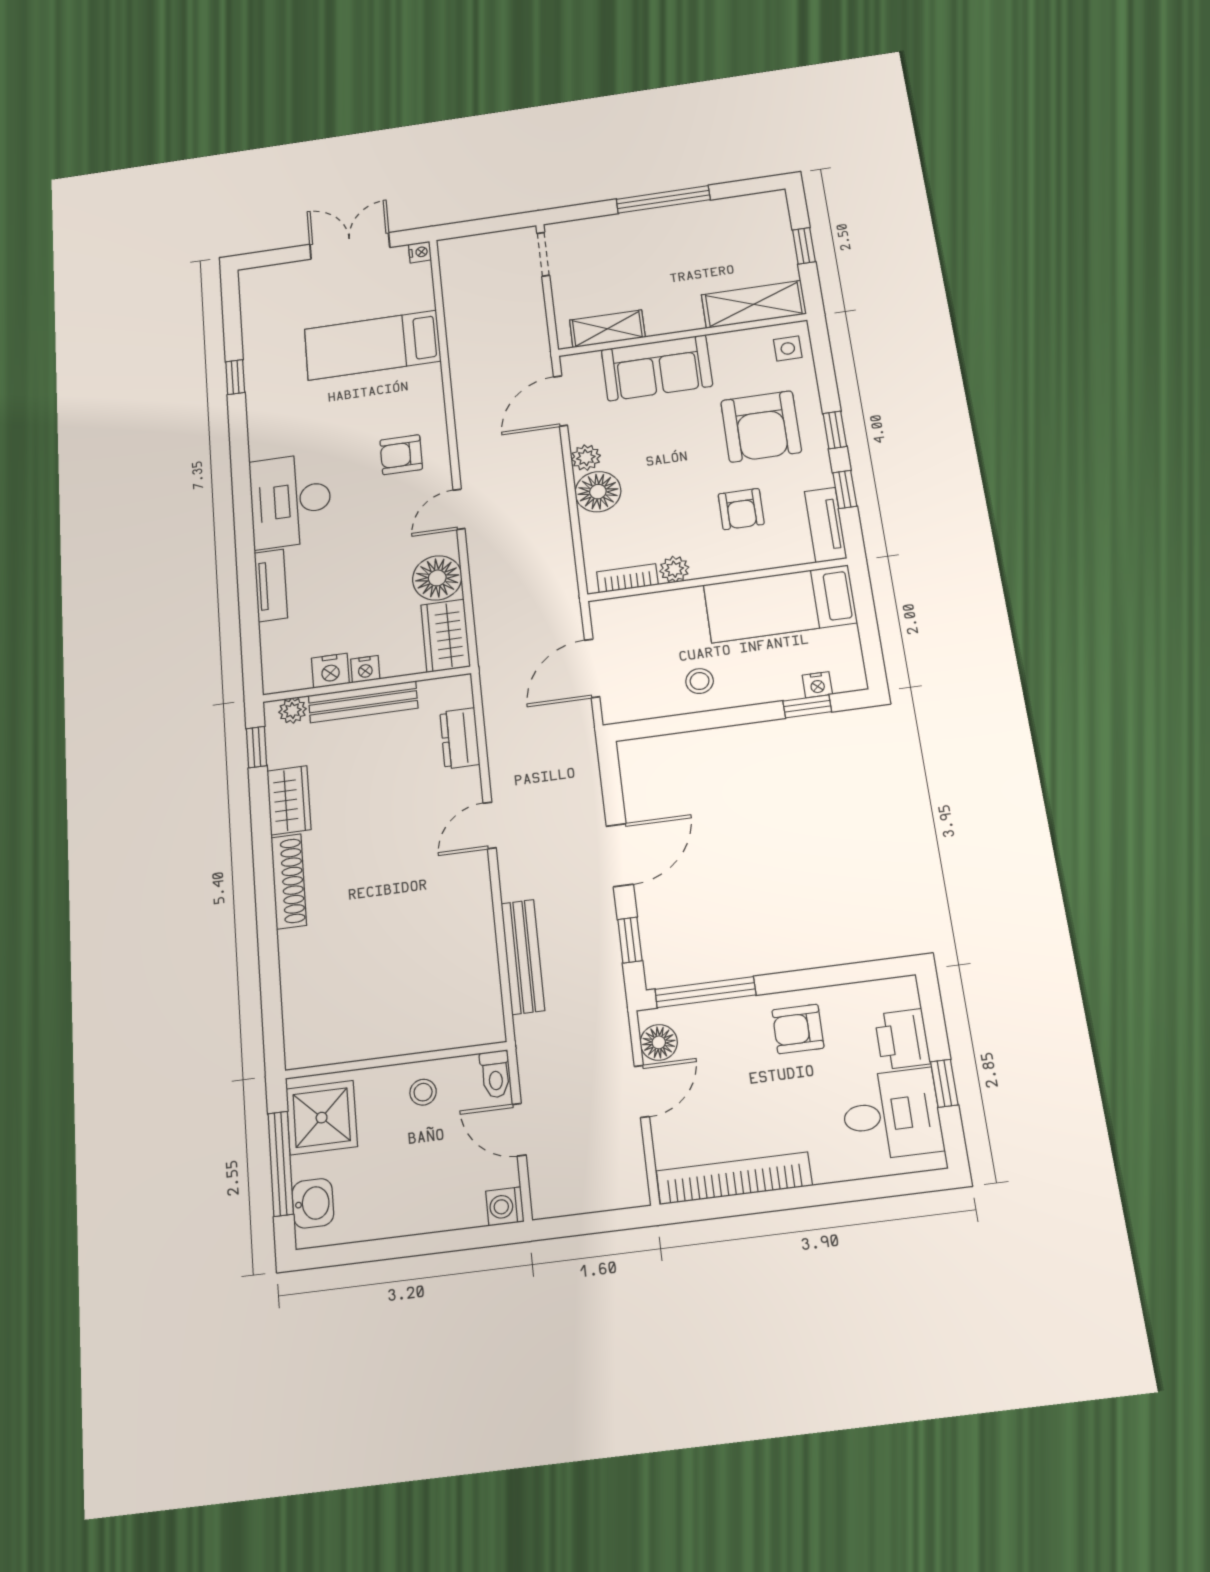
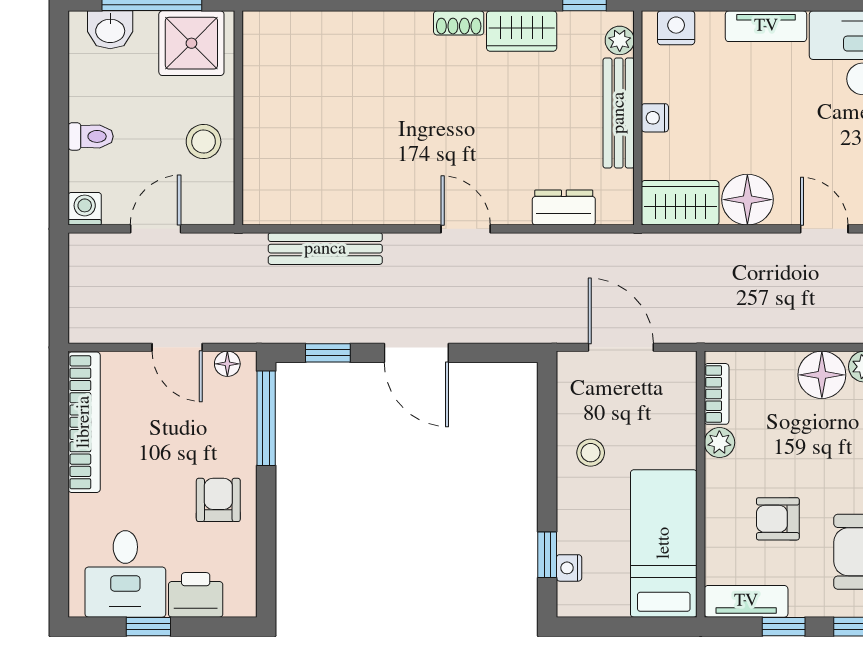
nightstand: (330, 671) -> (676, 28), moved, turned 90
shoe rack: (289, 881) -> (459, 23), width x0.51, depth x0.81
floor lamp: (659, 1042) -> (227, 364), width x0.73, depth x0.73
toilet: (495, 1074) -> (91, 136), moved, turned 180
stool: (423, 1092) -> (204, 142), width x1.37, depth x1.37

